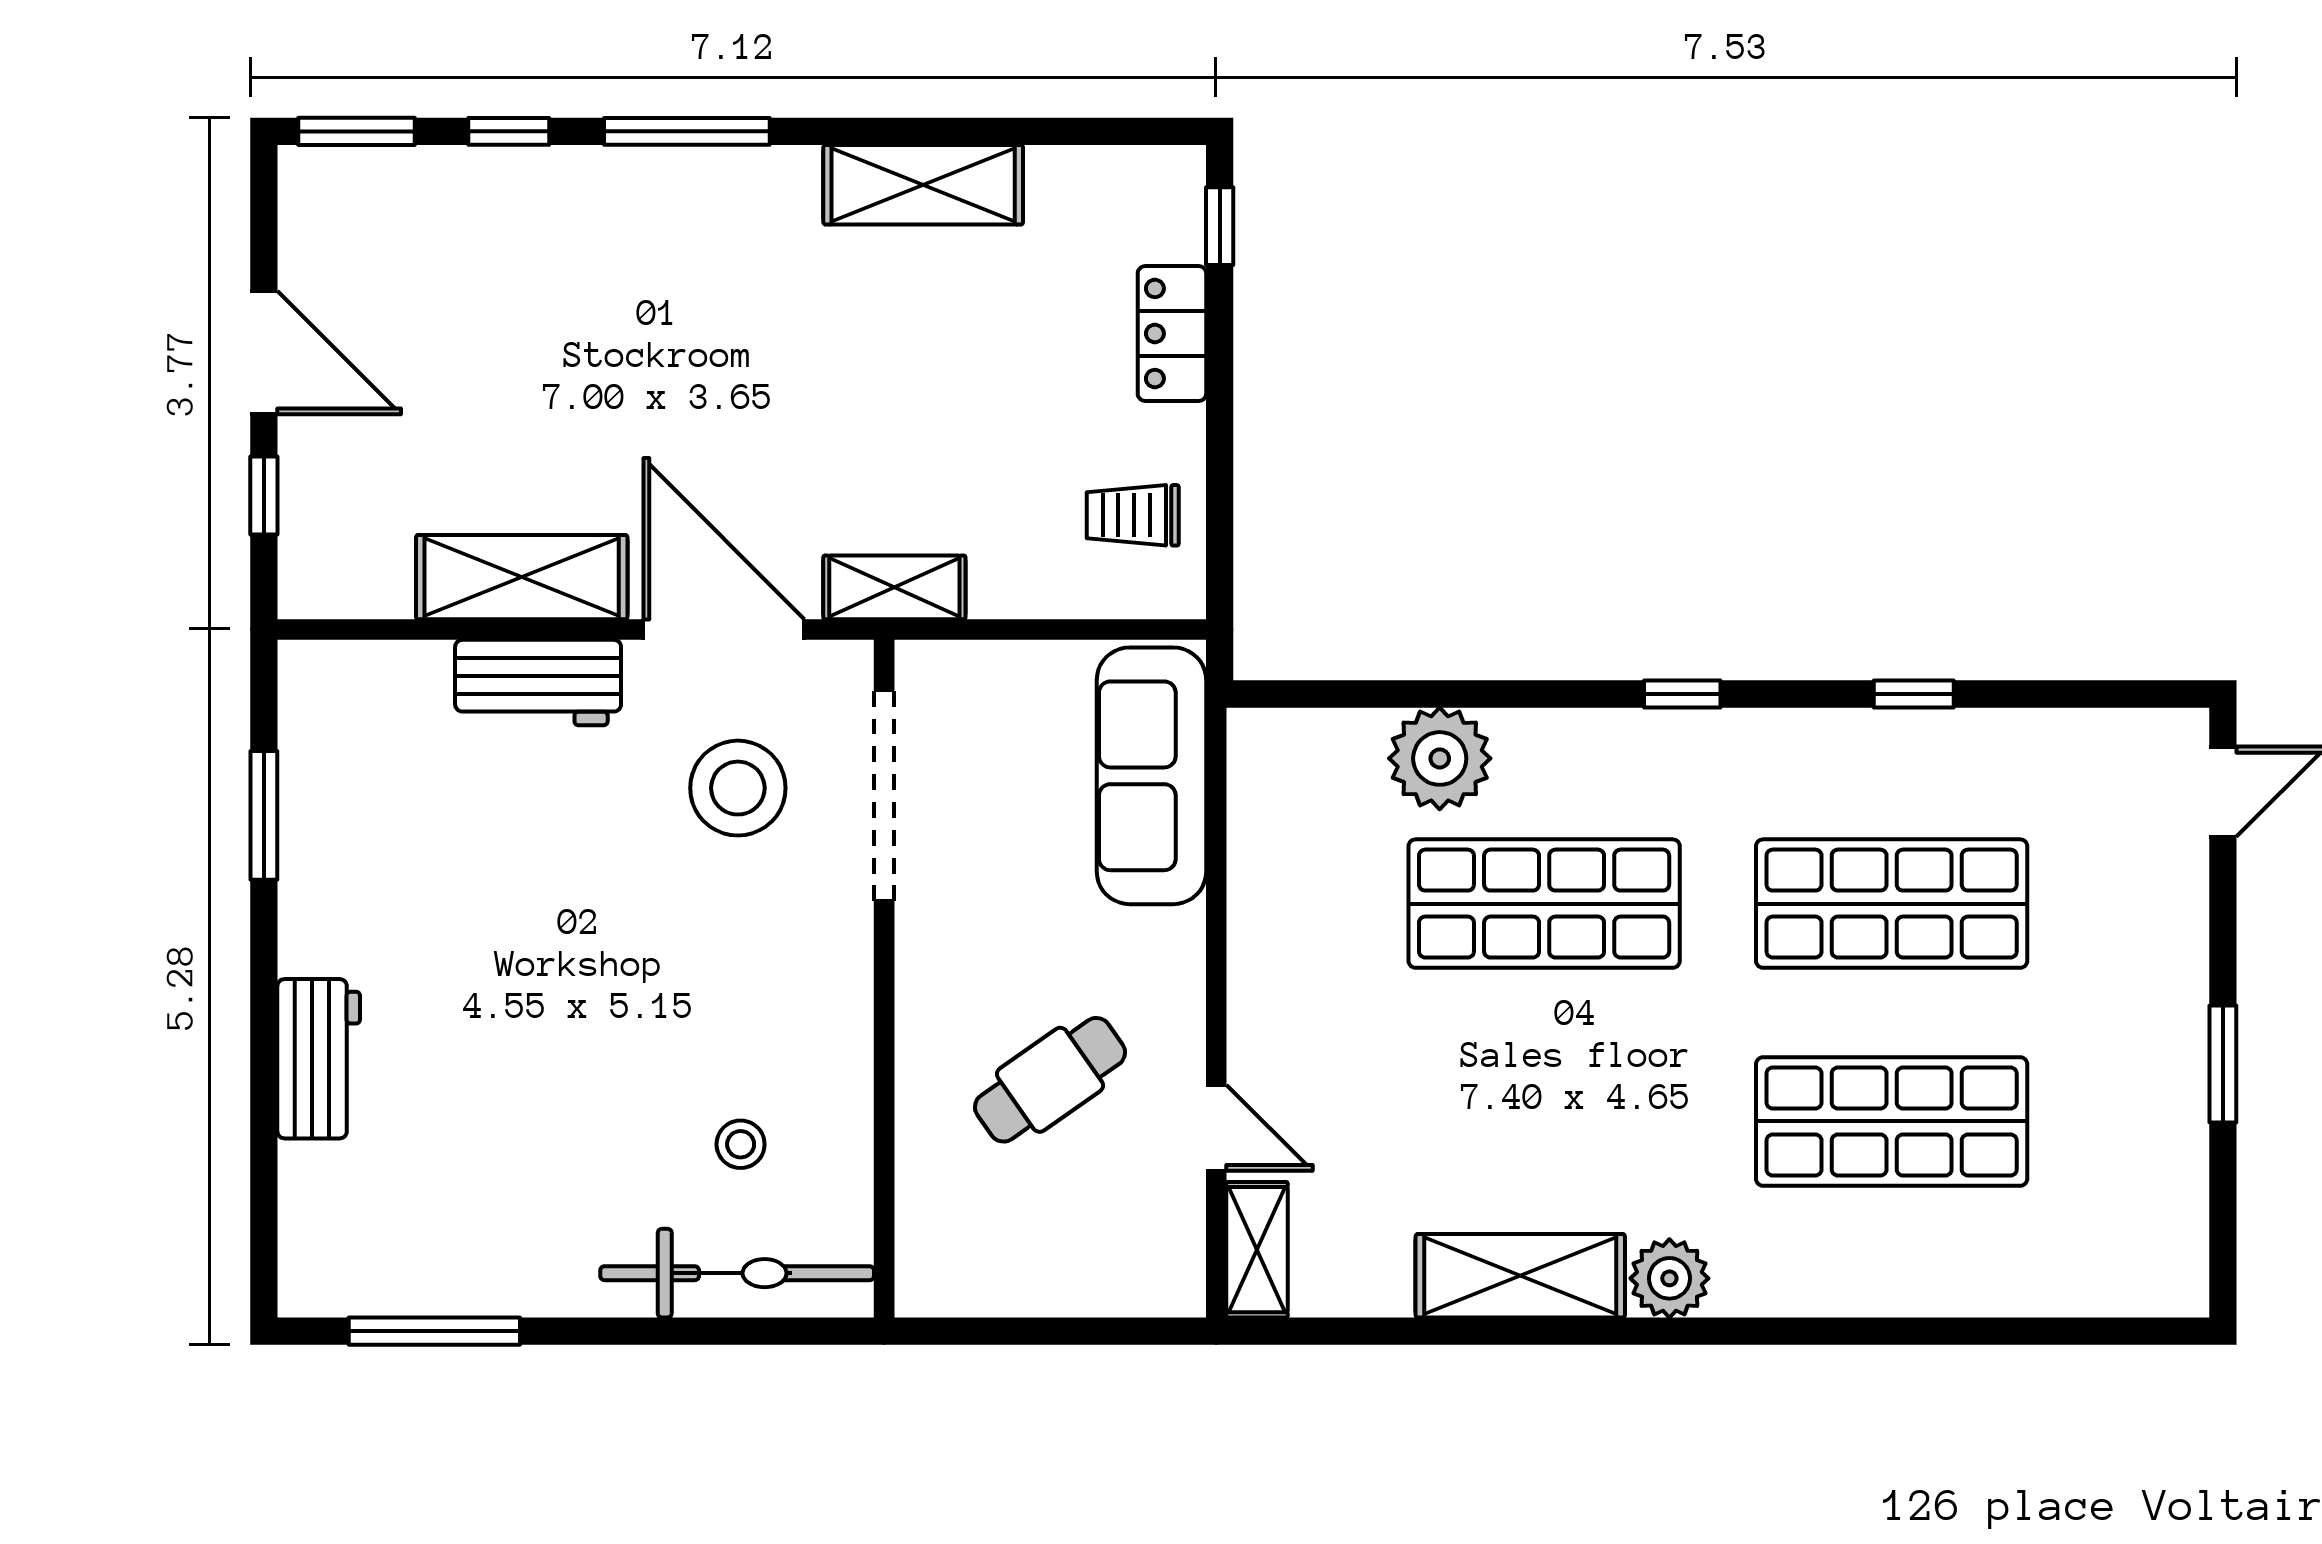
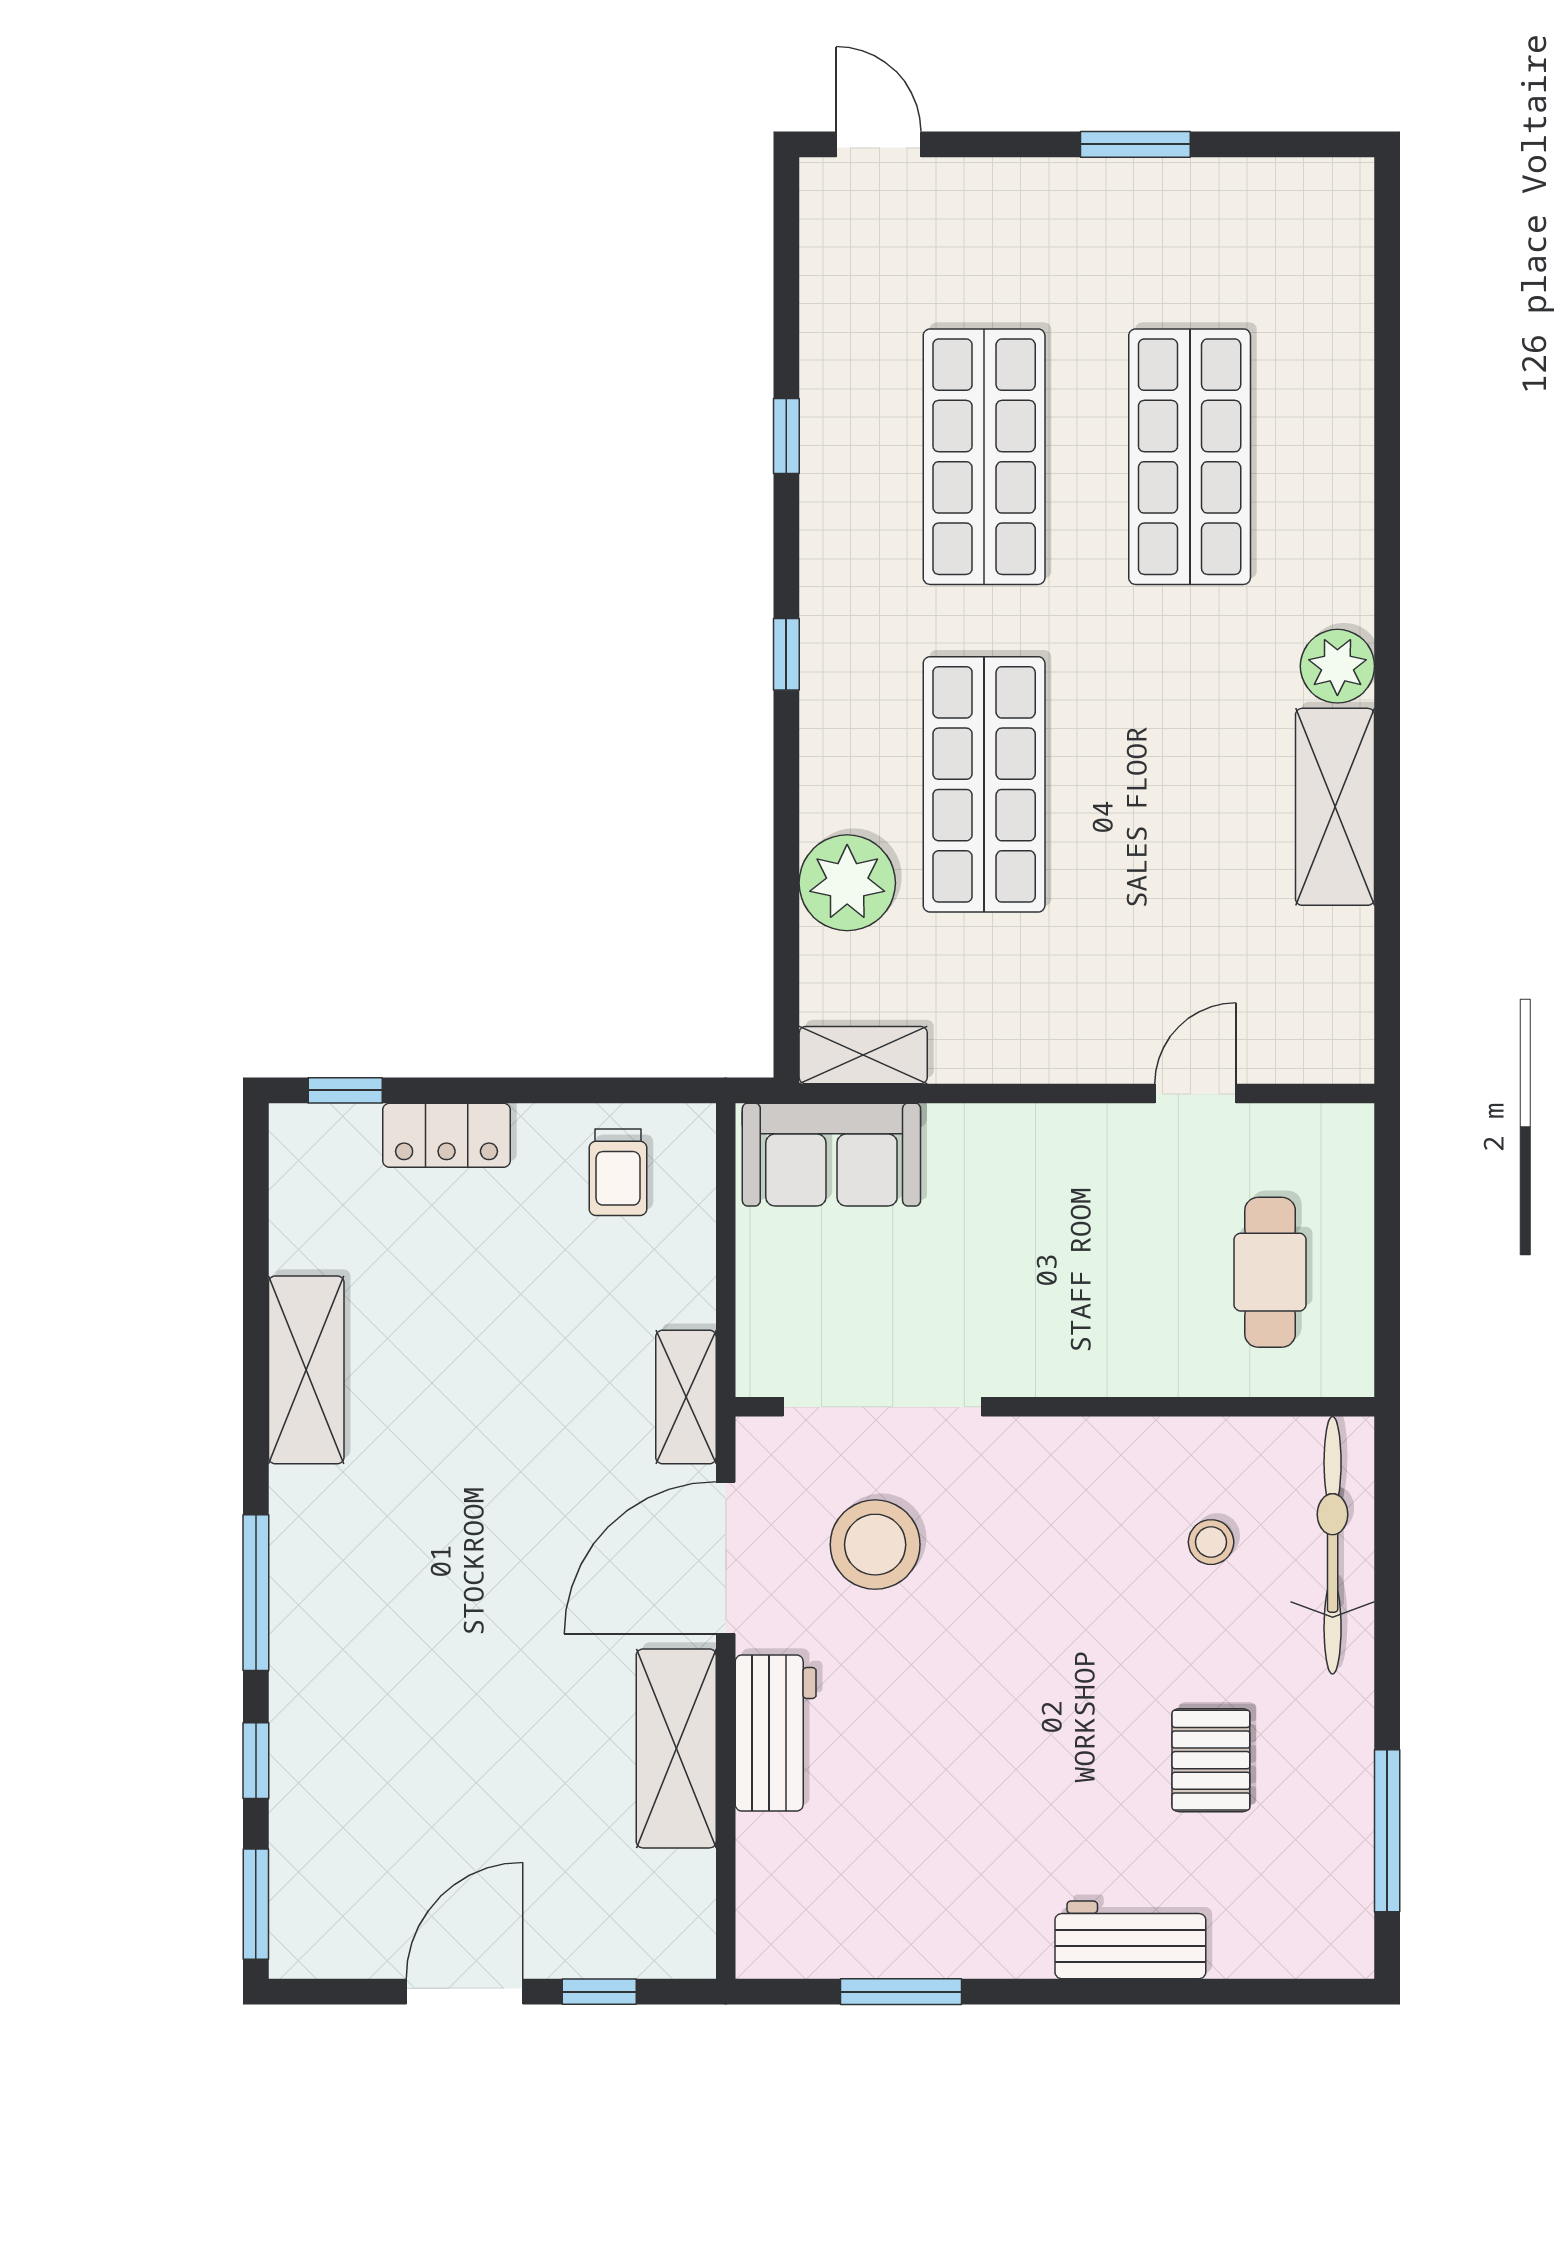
sofa: (1151, 776) -> (831, 1155), width x0.73
cafe table: (1050, 1080) -> (1270, 1272), moved, turned 35
pallet: (509, 1144) -> (1211, 1760), added
shelving: (1257, 1250) -> (863, 1055), moved

